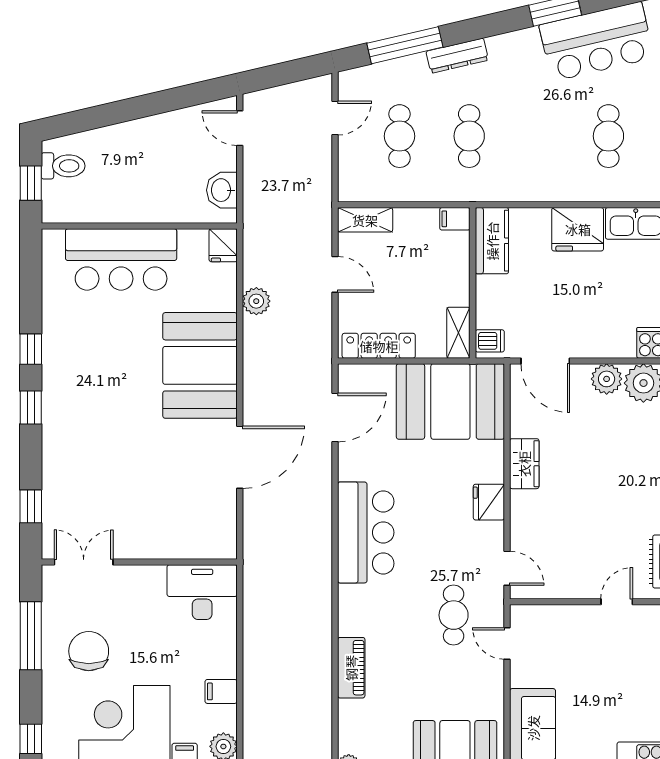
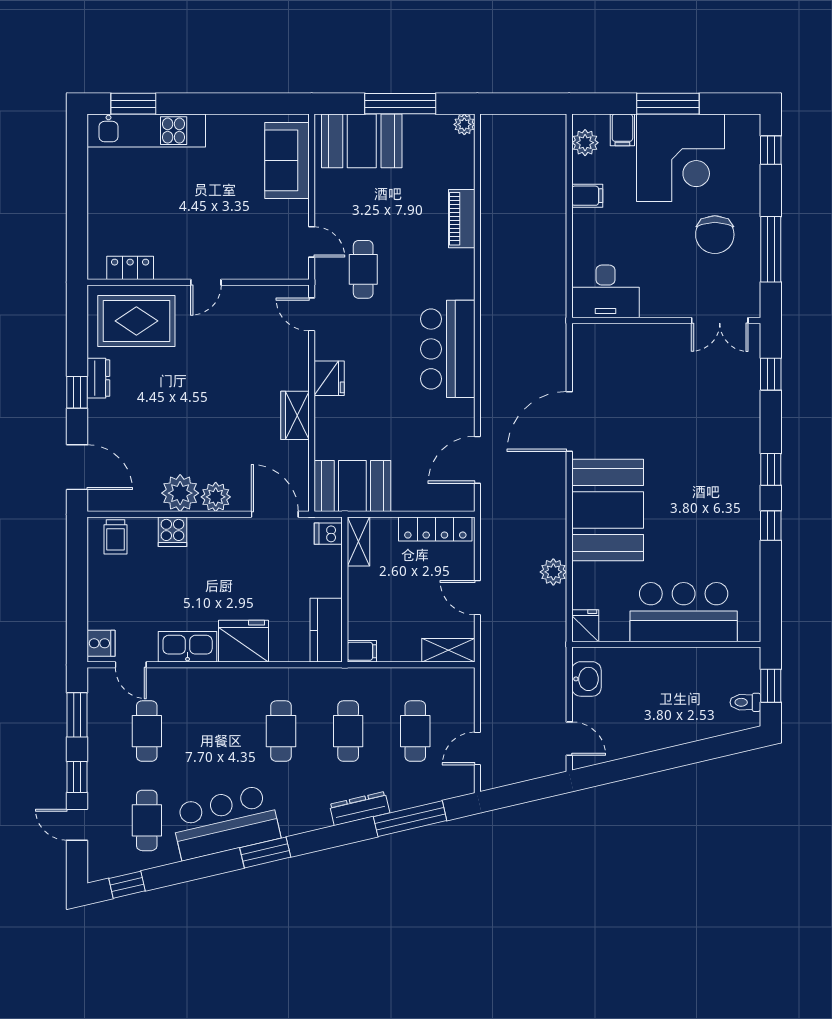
cafe table: (608, 136) -> (281, 731), moved
toilet: (63, 166) -> (745, 702), width x0.73, depth x0.72
booth: (450, 401) -> (352, 486), width x0.73, depth x0.70

